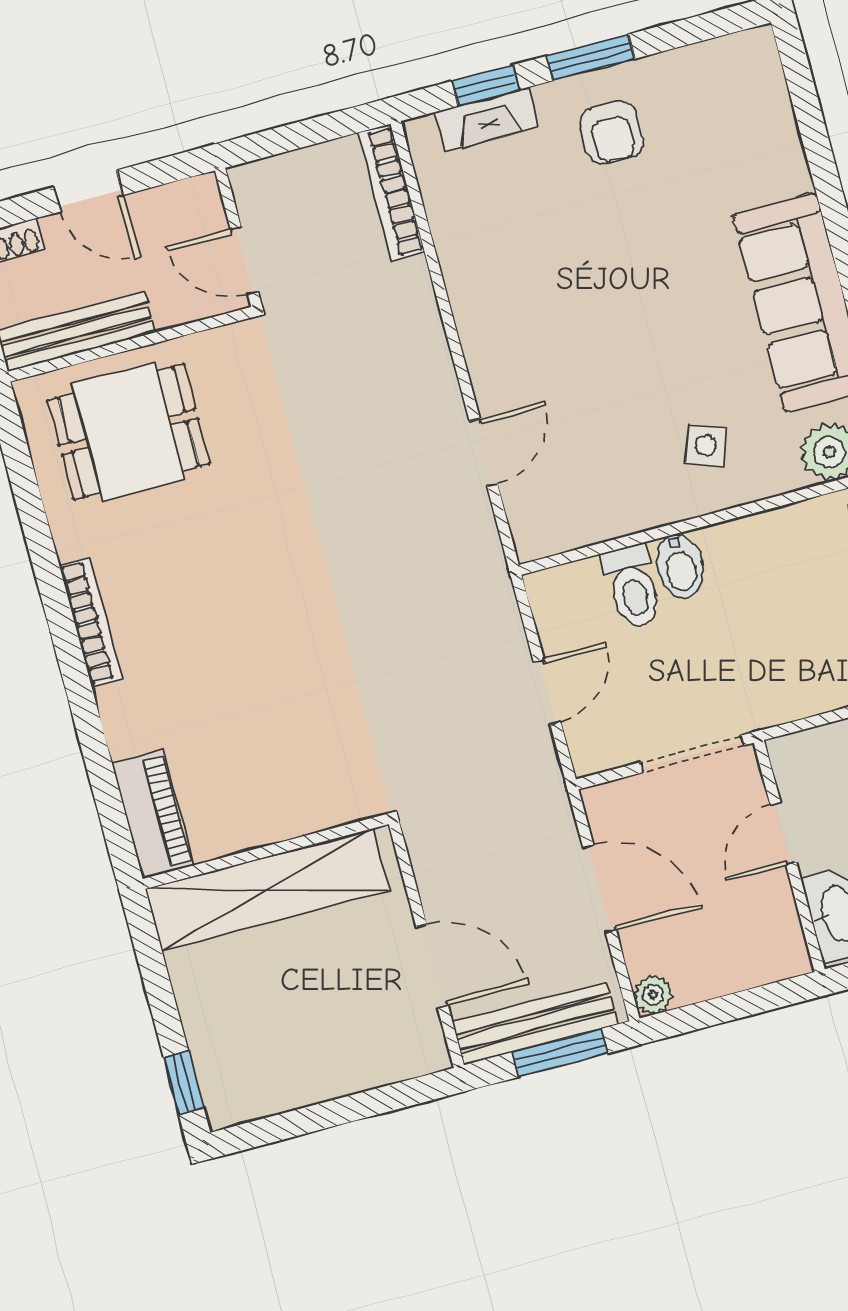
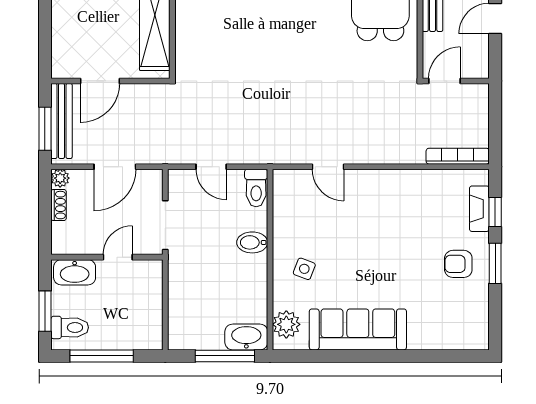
toilet: (633, 587) -> (256, 188), moved, turned -90
door: (783, 834) -> (118, 257), hinge flipped
shoe rack: (709, 983) -> (59, 205), added

